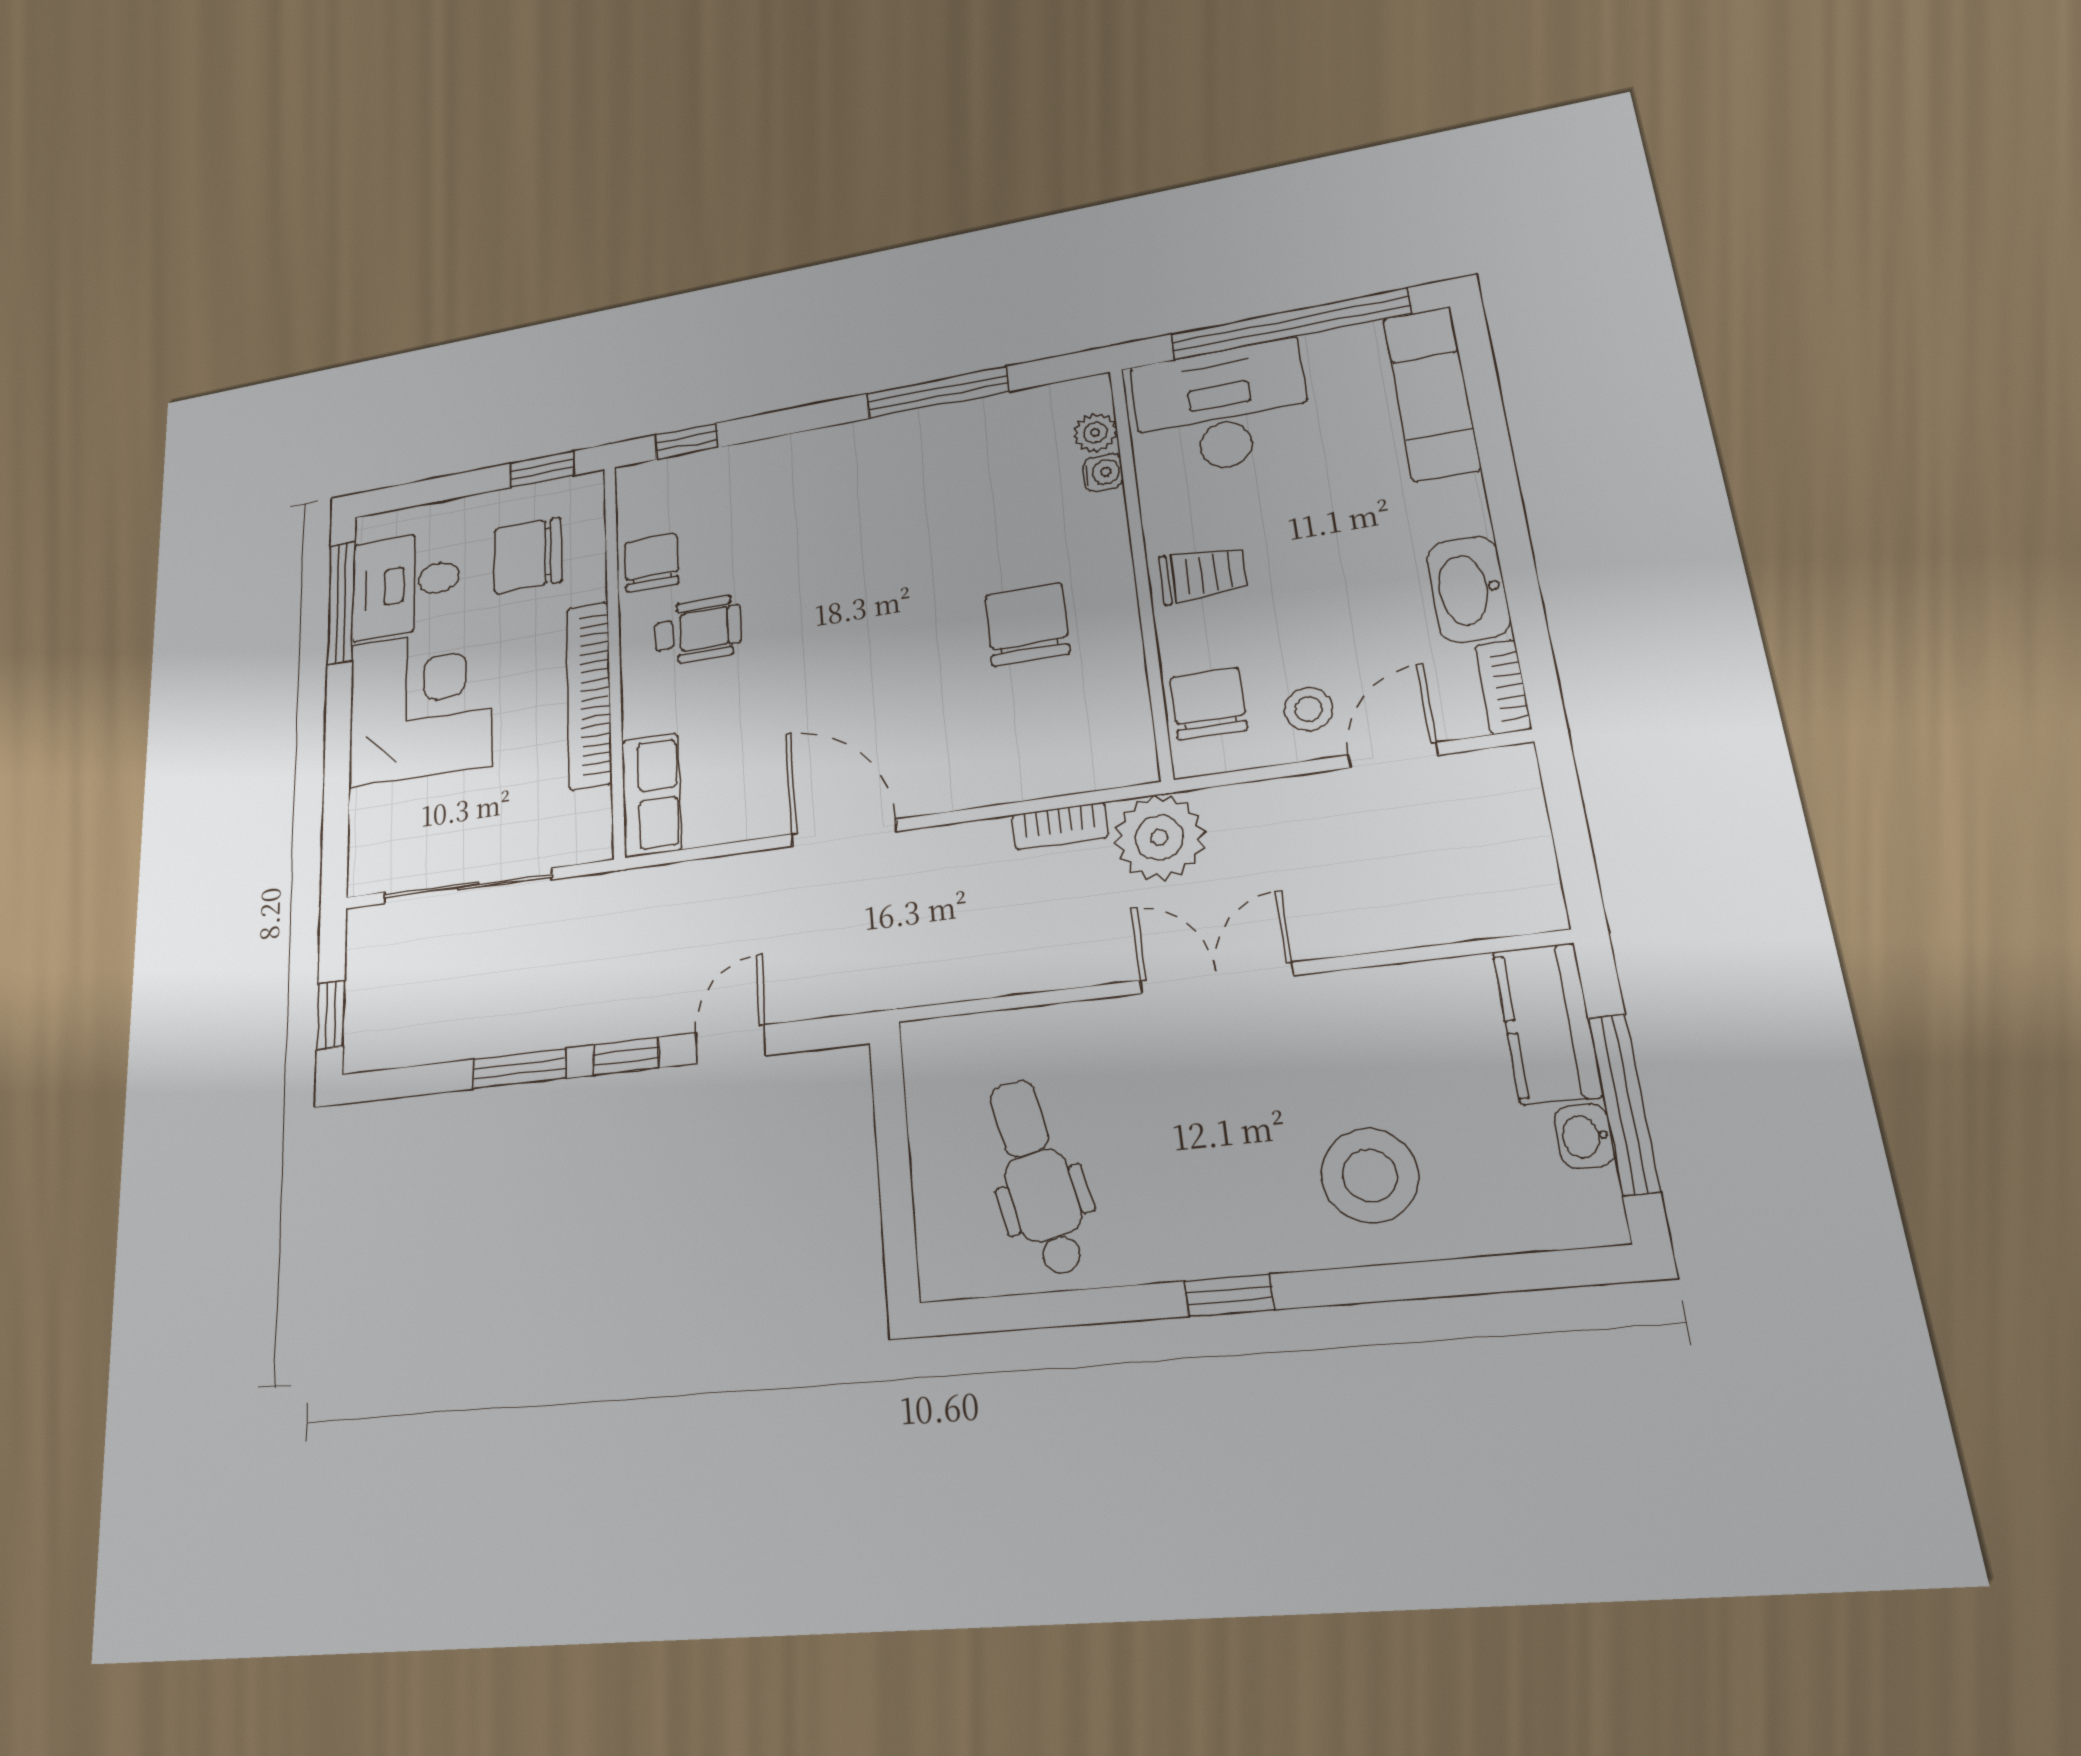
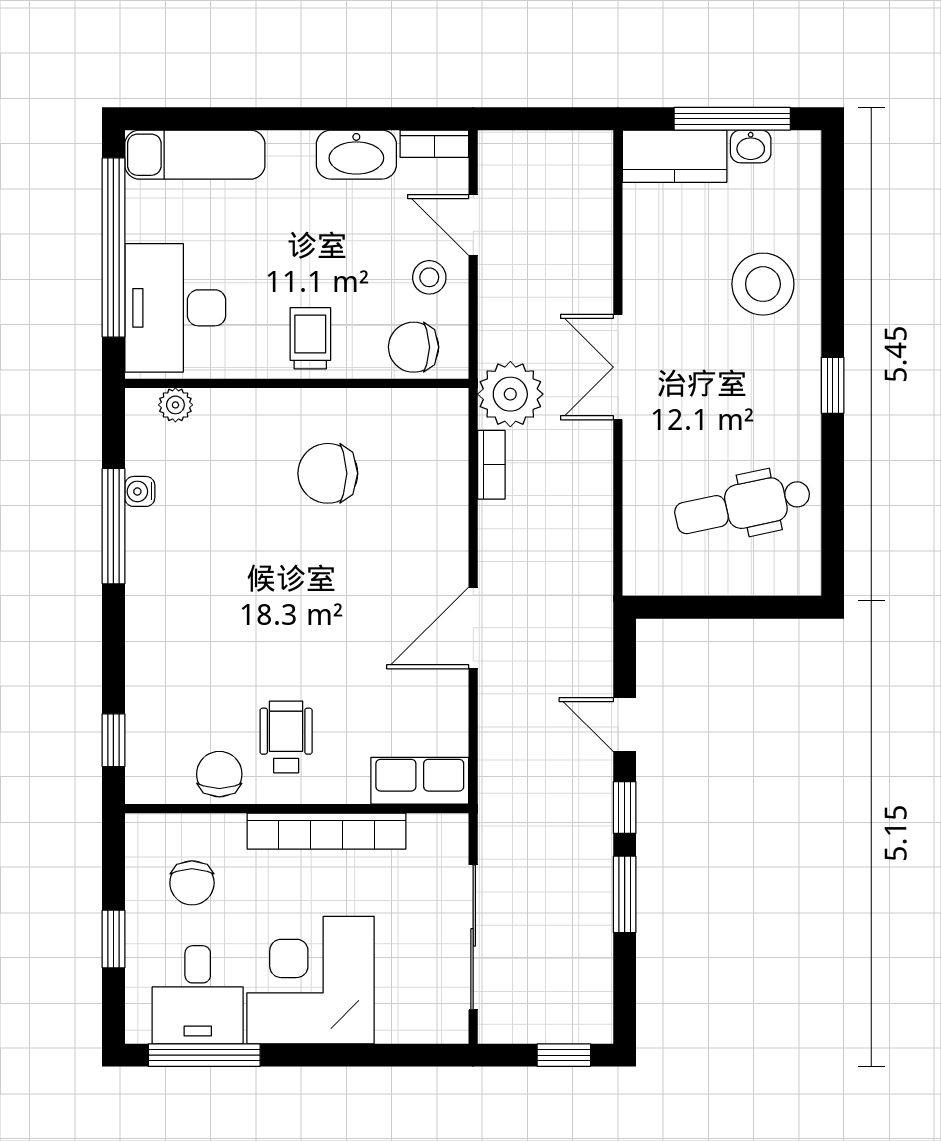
window: (542, 469) -> (113, 939), moved
water cooler: (1103, 472) -> (140, 491), moved, turned -90
chair: (528, 555) -> (192, 883), width x0.73, depth x0.73
chair: (652, 563) -> (219, 774), turned 90

